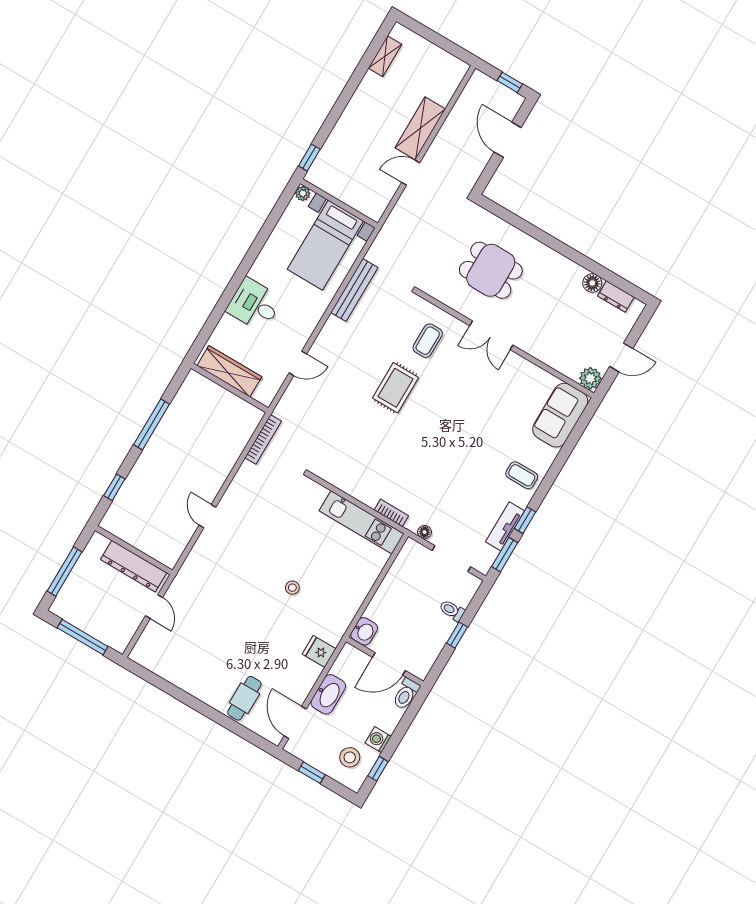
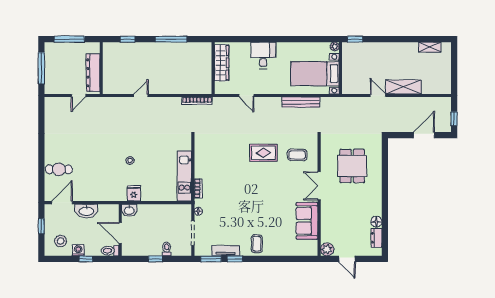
sofa: (560, 415) -> (307, 221), moved, turned -90
fridge: (319, 651) -> (134, 193), moved
window: (378, 769) -> (86, 259), moved

